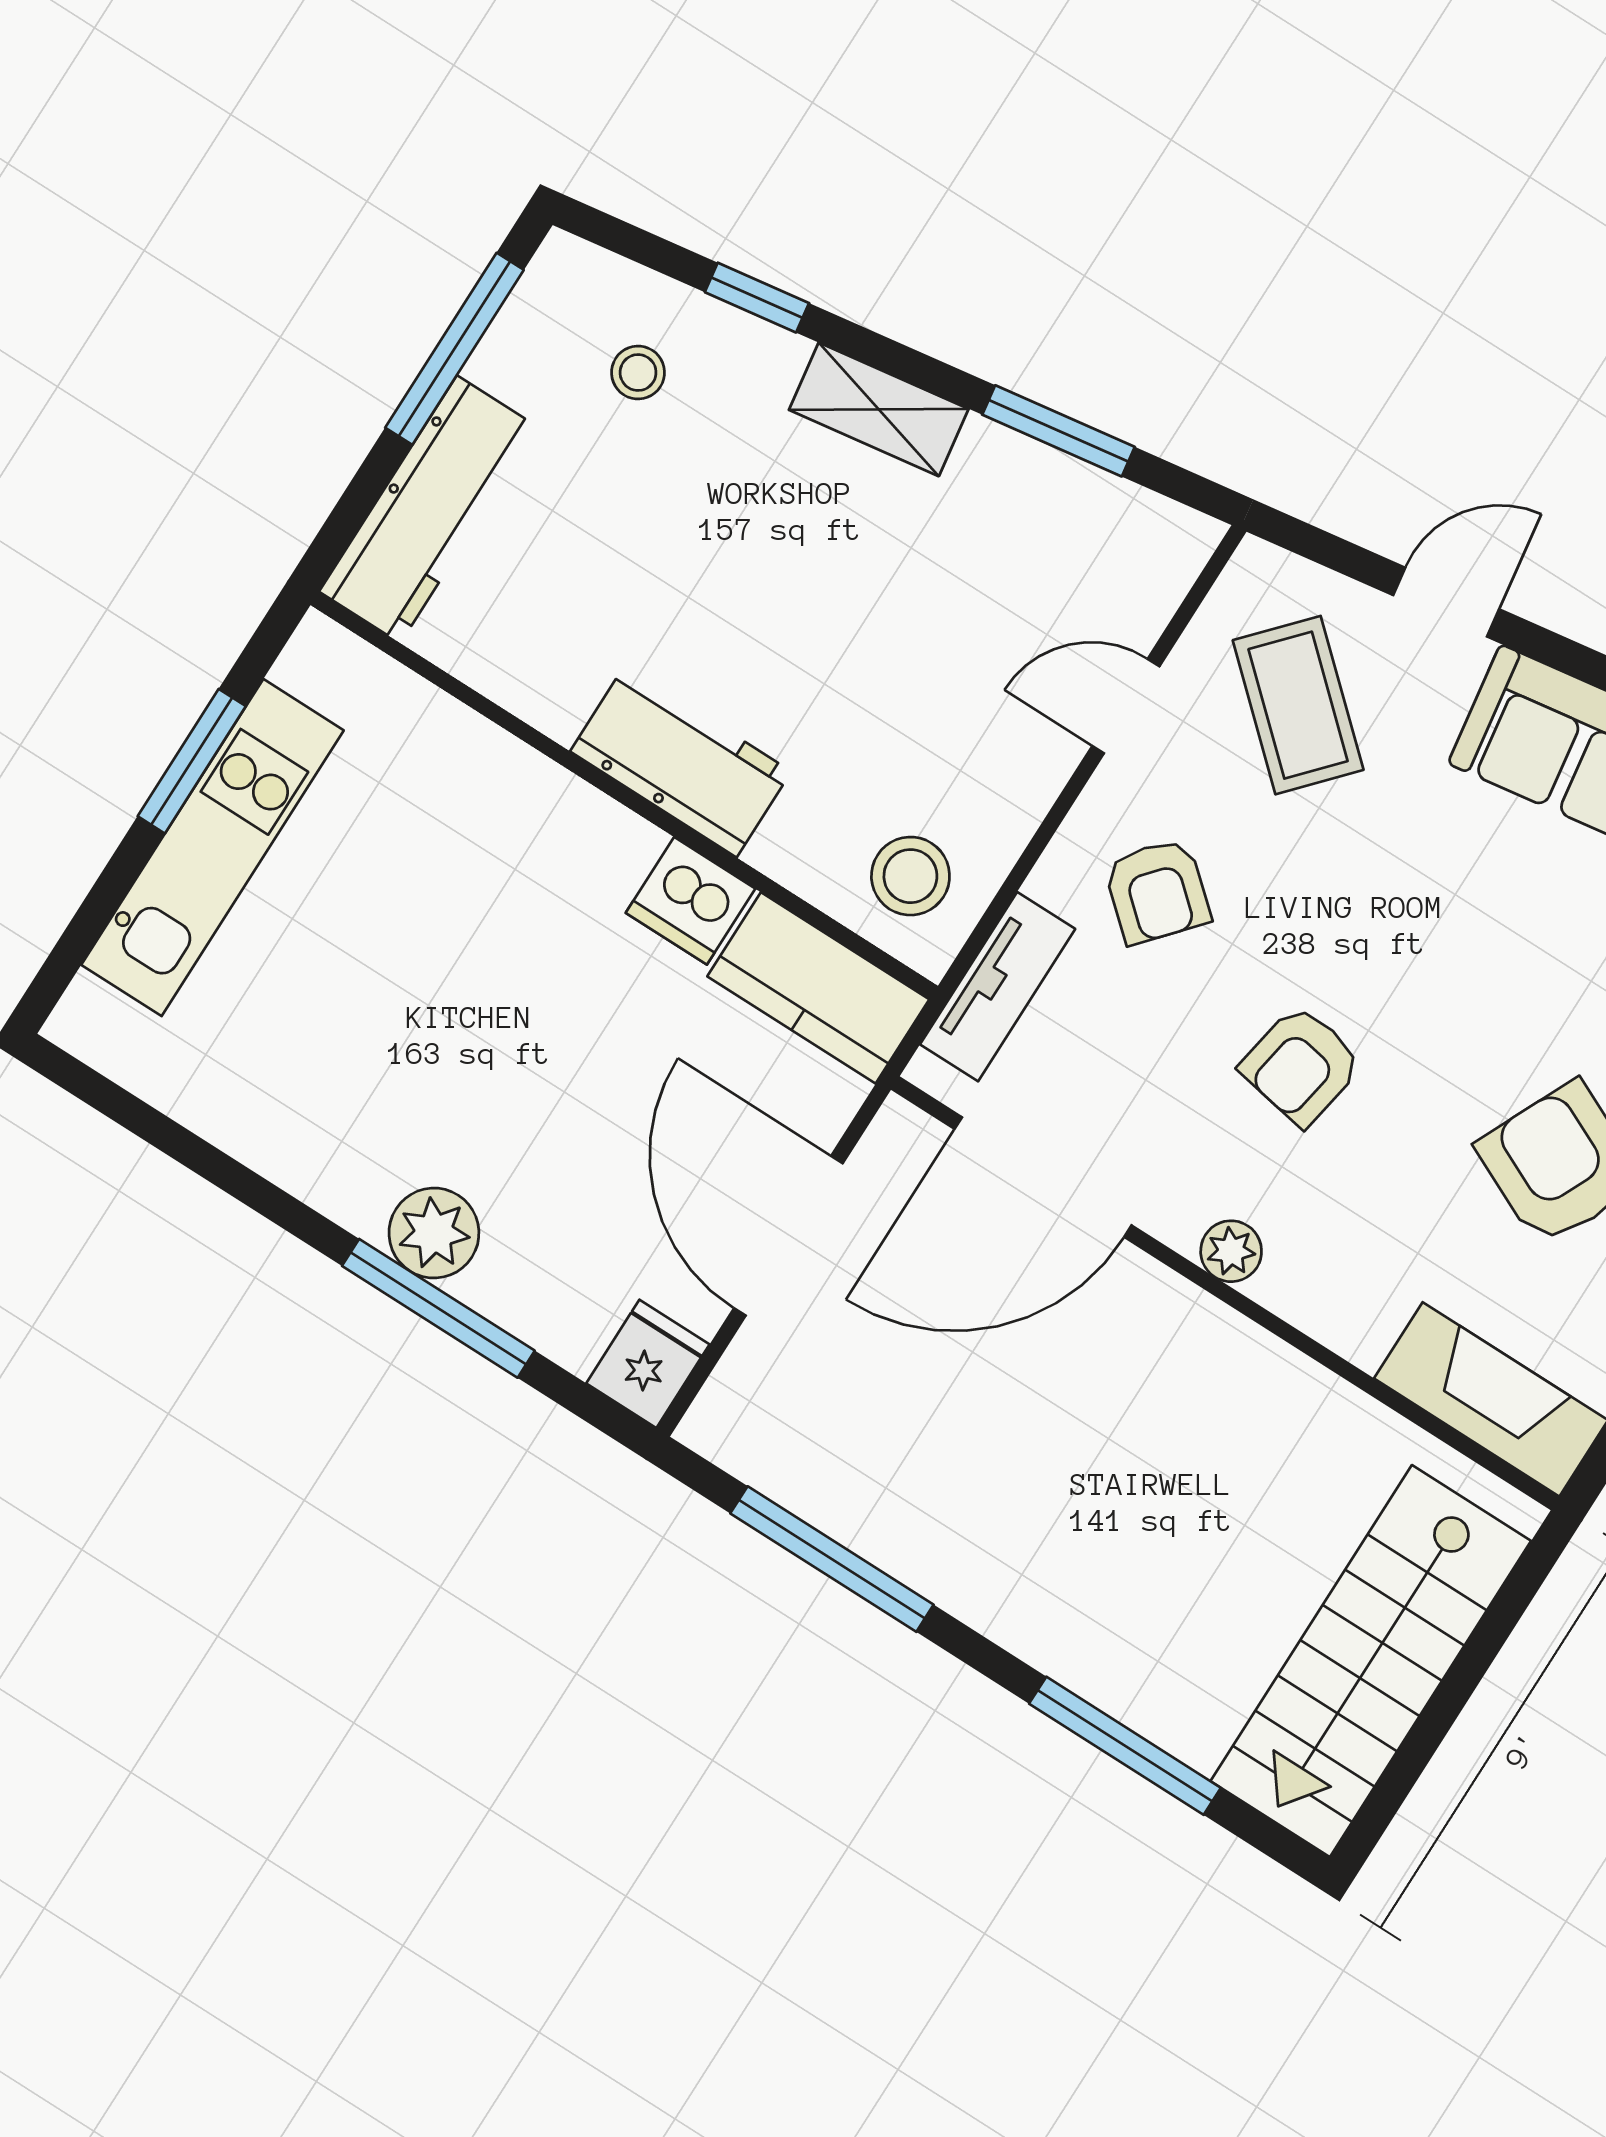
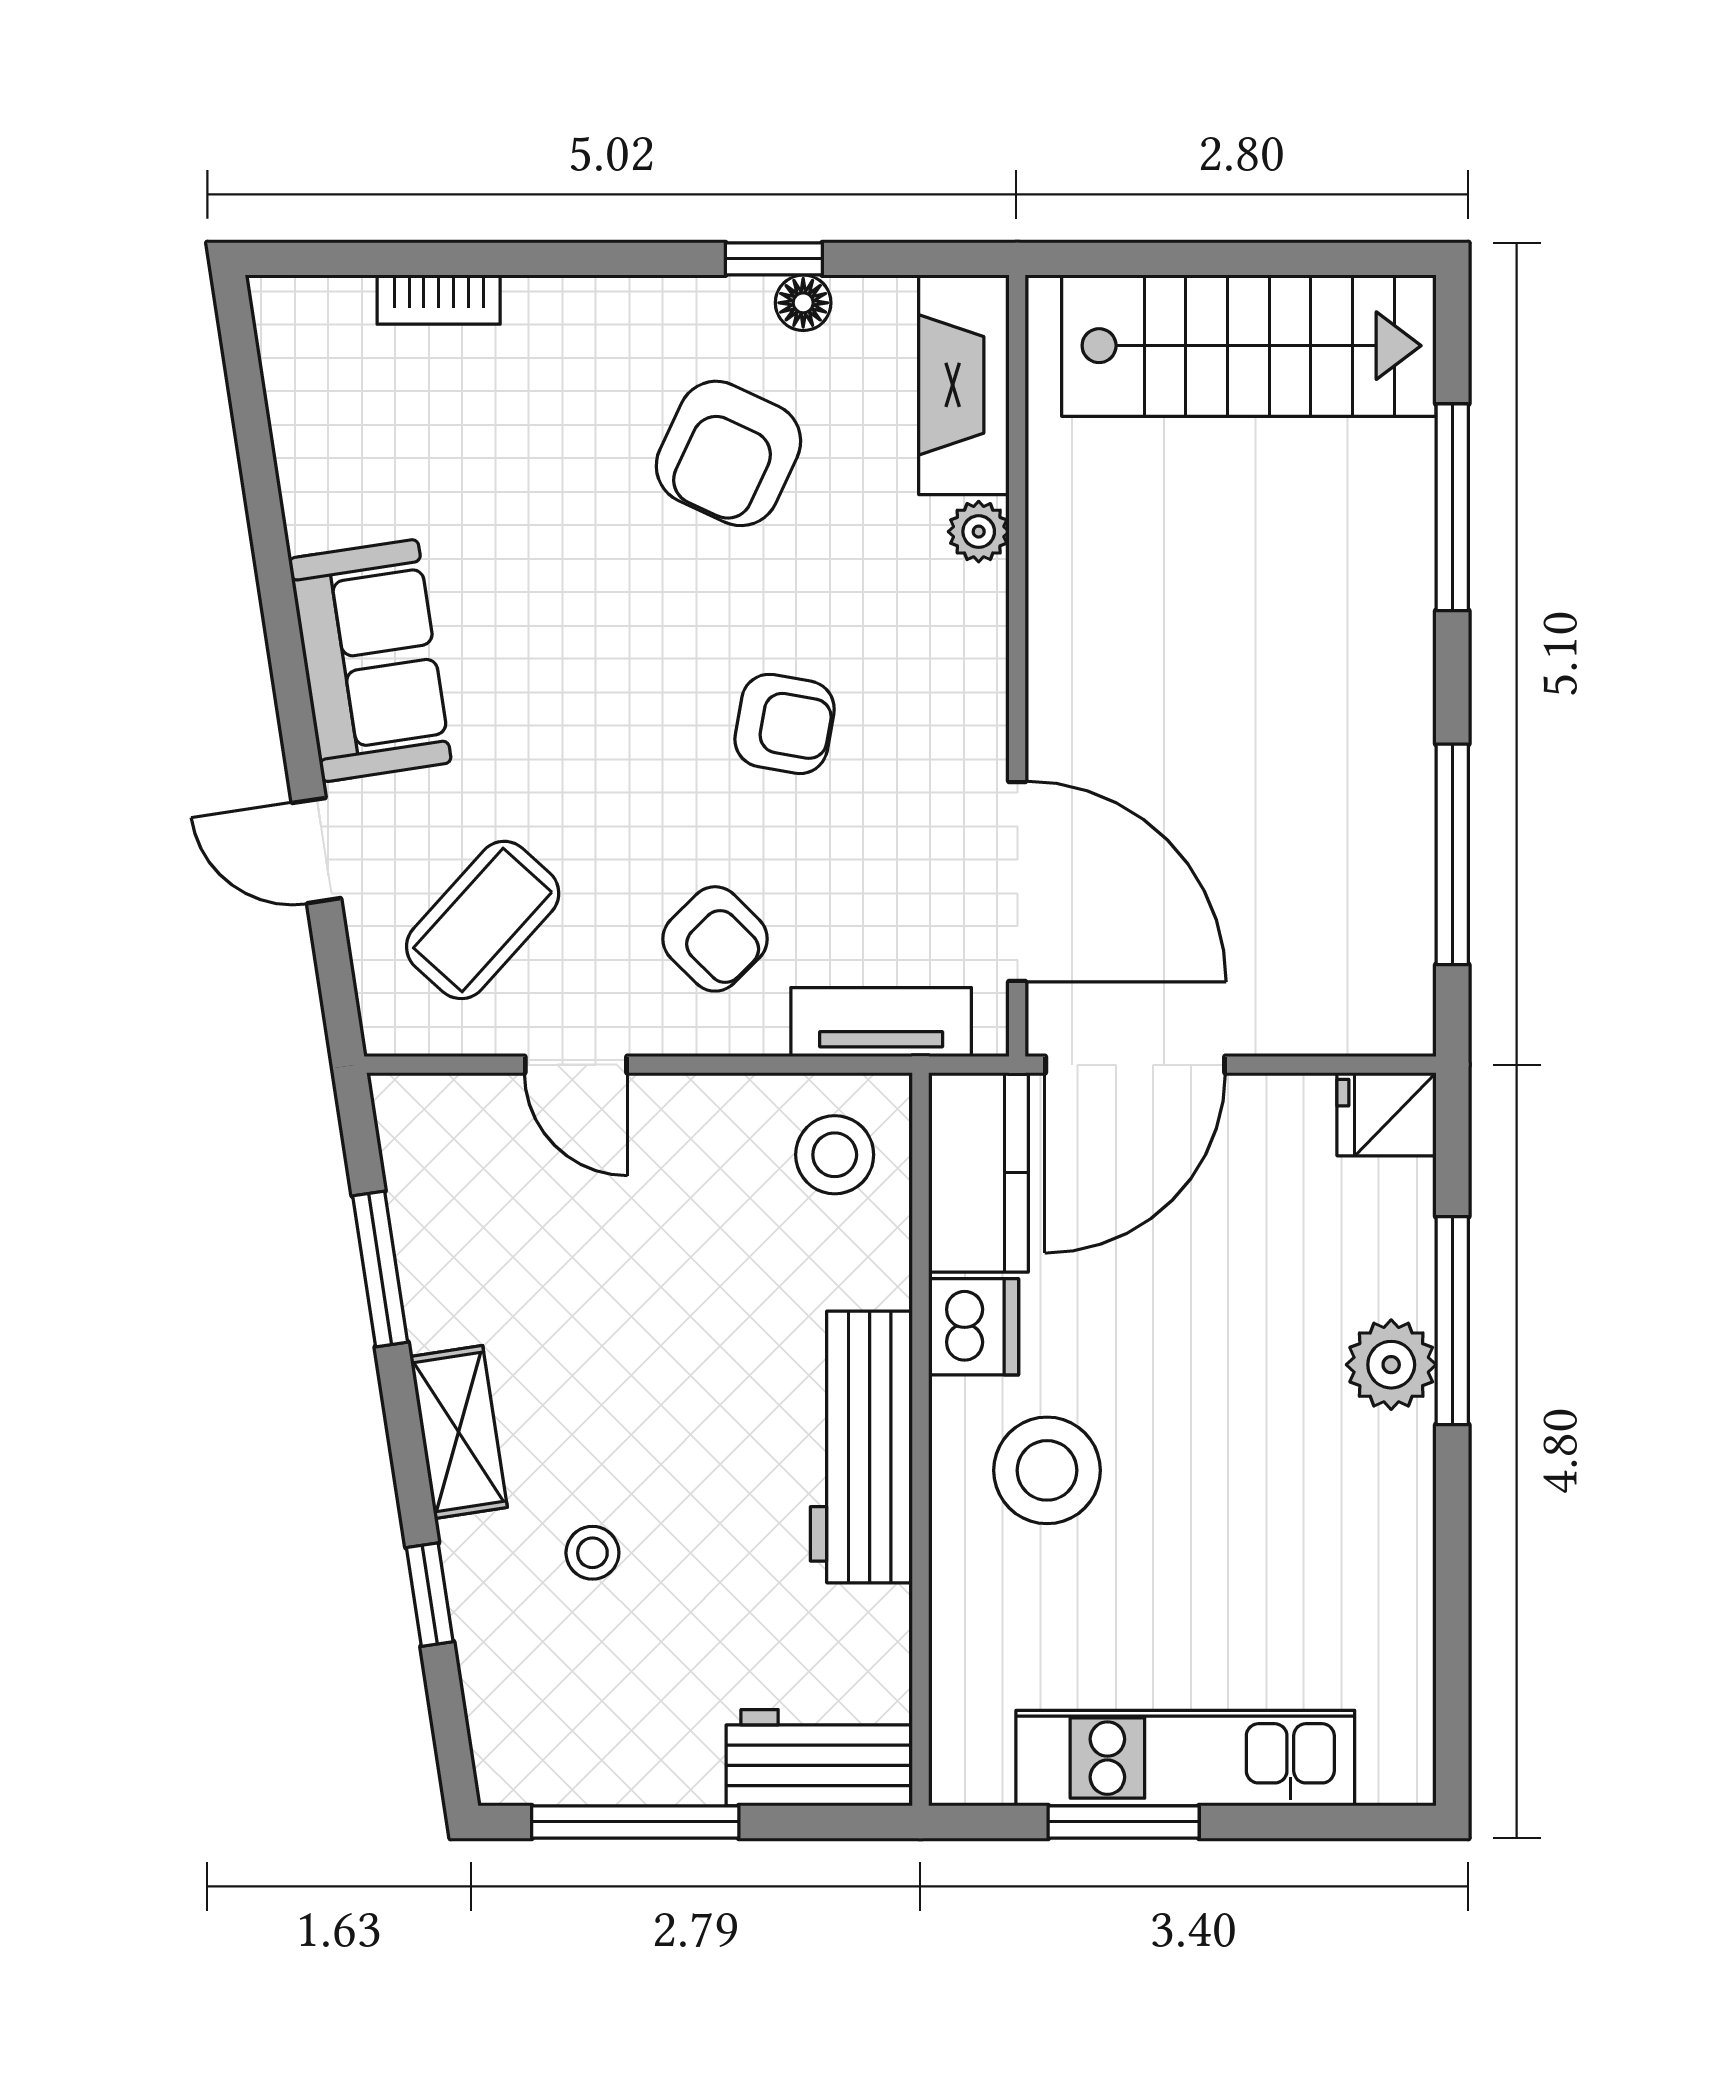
stool: (638, 373) -> (592, 1553), moved
workbench: (429, 509) -> (819, 1758), width x0.73
workbench: (681, 761) -> (861, 1447), width x1.37
stool: (530, 886) -> (1047, 1470), added
armchair: (1157, 891) -> (715, 939), turned 94
door: (788, 1236) -> (1135, 1065), moved
plant: (1231, 1251) -> (979, 532), moved

